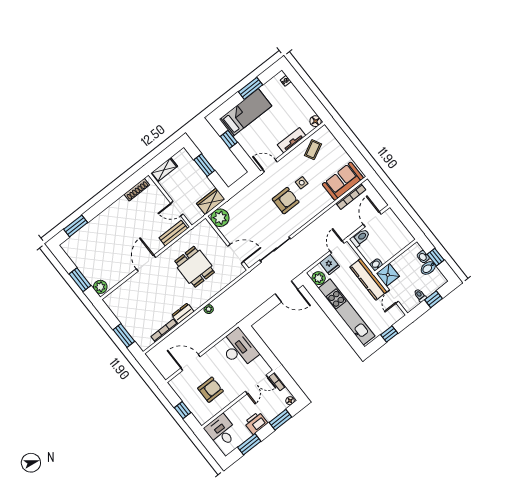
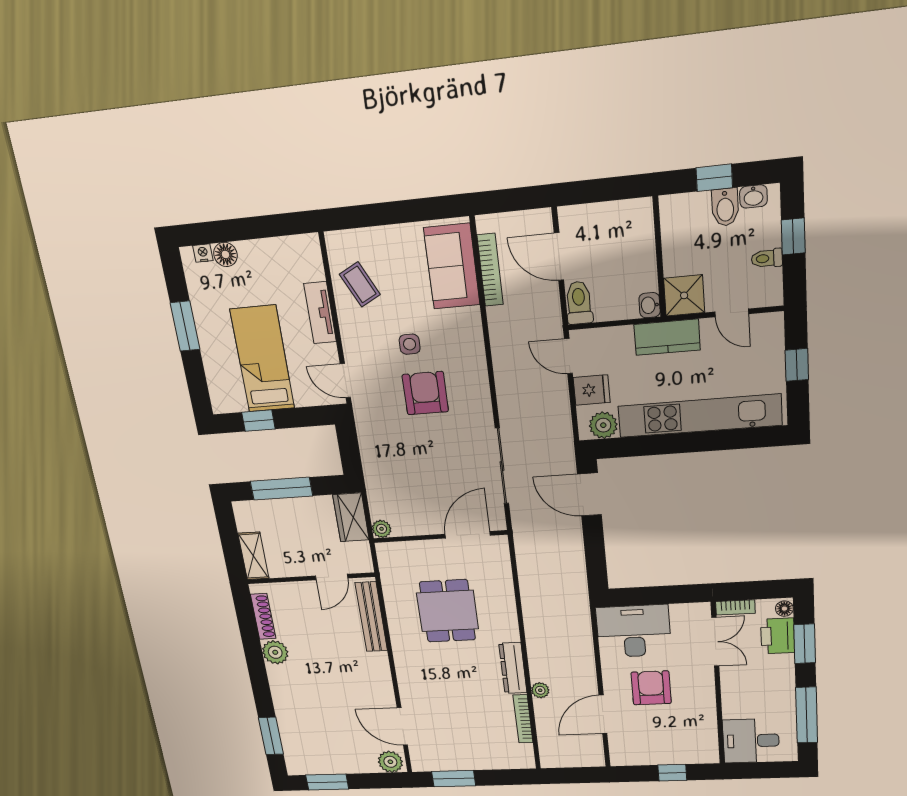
bed: (246, 113) -> (262, 359), moved
floor lamp: (315, 121) -> (225, 254), moved
window: (204, 165) -> (281, 489), width x1.44
door: (270, 166) -> (345, 381), hinge flipped
plant: (122, 204) -> (275, 652), added
plant: (220, 218) -> (382, 529), width x0.53, depth x0.53
bench: (173, 233) -> (371, 617), width x1.36
washbasin: (423, 257) -> (753, 196), moved
door: (146, 263) -> (402, 727), moved
dining table: (195, 267) -> (447, 611), turned 90
kitchen counter: (368, 279) -> (667, 337), width x0.67
window: (80, 280) -> (327, 782), moved
door: (286, 292) -> (589, 494), swing flipped
plant: (209, 309) -> (540, 690), moved
dresser: (183, 313) -> (513, 668), width x1.44
window: (124, 336) -> (454, 779), moved
armchair: (210, 390) -> (651, 688), moved
printer: (256, 423) -> (778, 636), moved
window: (249, 444) -> (807, 715), width x1.44

